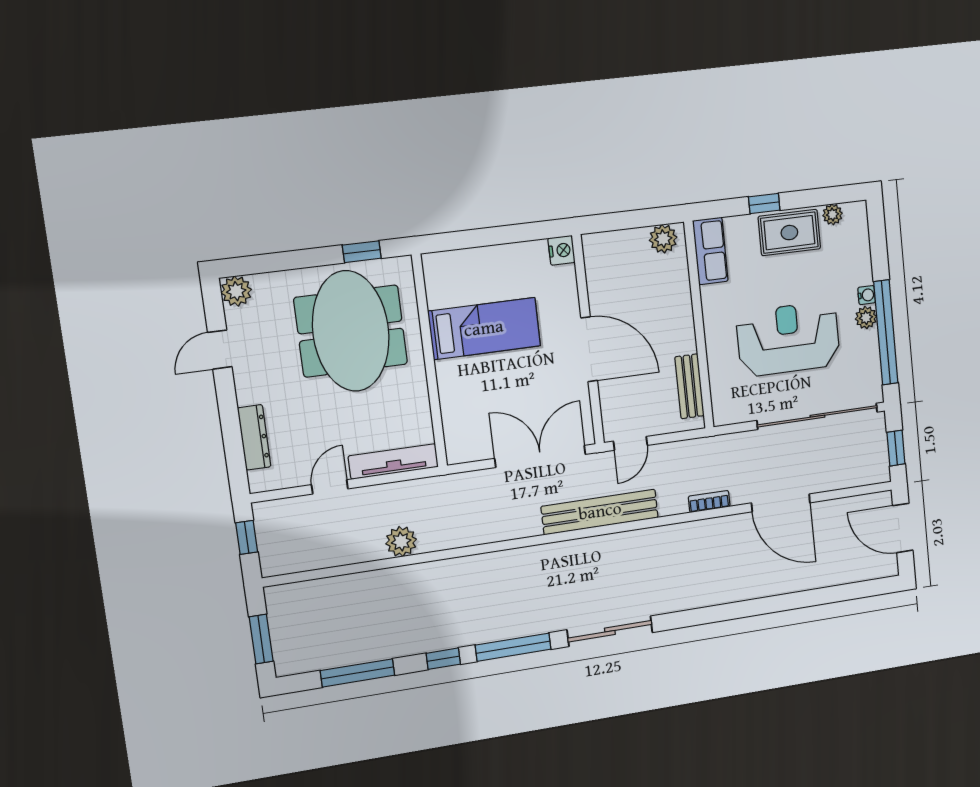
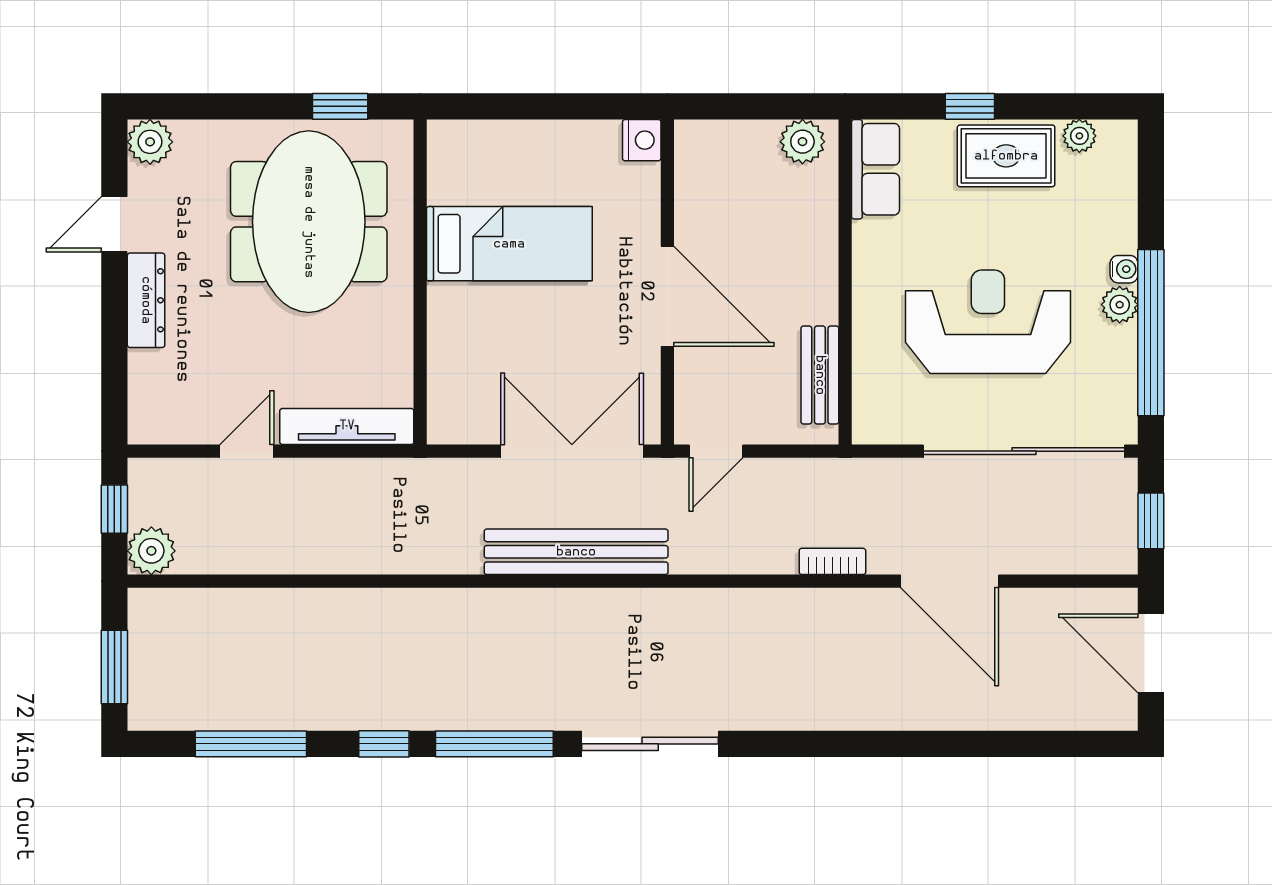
dresser: (254, 437) -> (146, 300), moved
bench: (600, 512) -> (576, 552), moved
plant: (401, 541) -> (151, 551), moved

